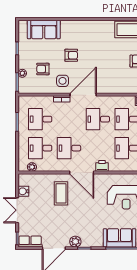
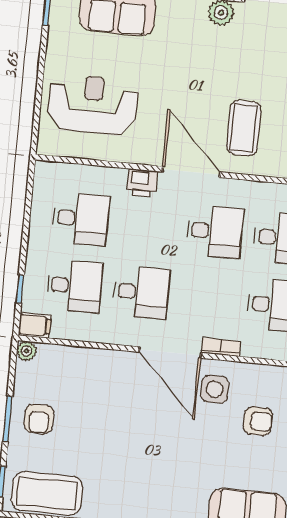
armchair: (71, 55) -> (189, 447), removed
door: (83, 95) -> (170, 352), hinge flipped

